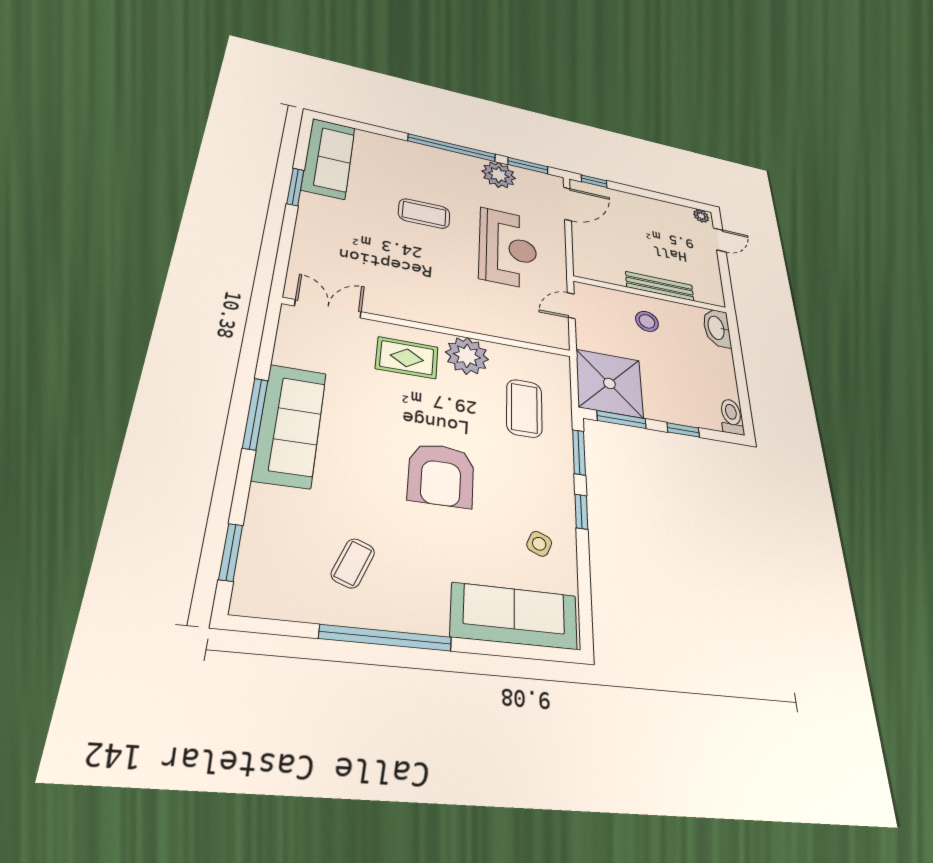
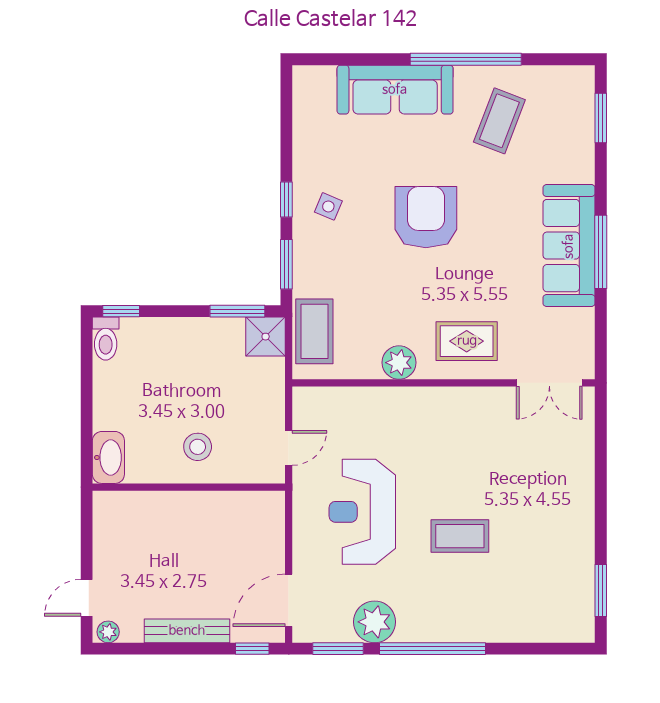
sofa: (328, 158) -> (571, 587), removed
window: (295, 187) -> (601, 590), moved
bench: (660, 286) -> (187, 631), moved
plant: (467, 356) -> (399, 363), width x0.73, depth x0.73
shower: (609, 383) -> (266, 337), width x0.54, depth x0.54
coffee table: (524, 408) -> (314, 331), moved
window: (683, 430) -> (121, 311), moved
side table: (539, 544) -> (328, 206), moved
coffee table: (353, 563) -> (499, 121), width x1.36, depth x1.30
sofa: (514, 616) -> (395, 90), moved

